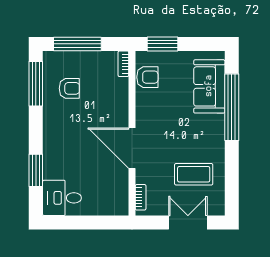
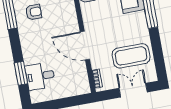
coffee table: (194, 174) -> (131, 56), width x1.36, depth x1.32
desk: (62, 198) -> (40, 76), moved

